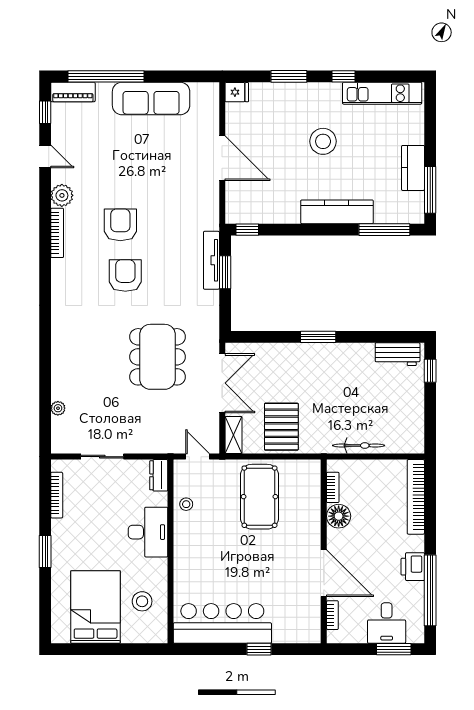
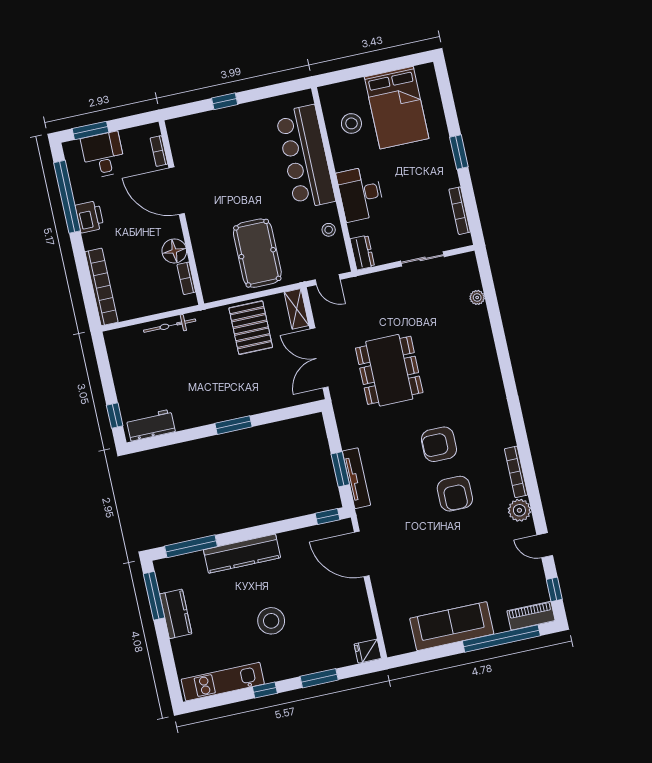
door: (222, 158) -> (362, 554), moved
armchair: (125, 276) -> (439, 444), turned 90
bar counter: (222, 623) -> (305, 157), moved, turned 90

